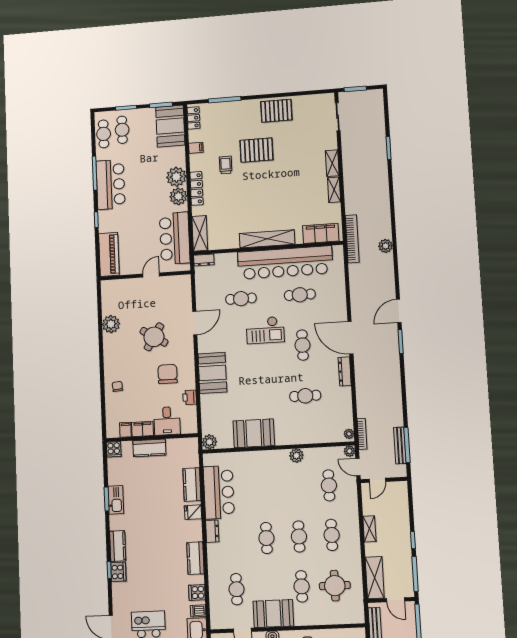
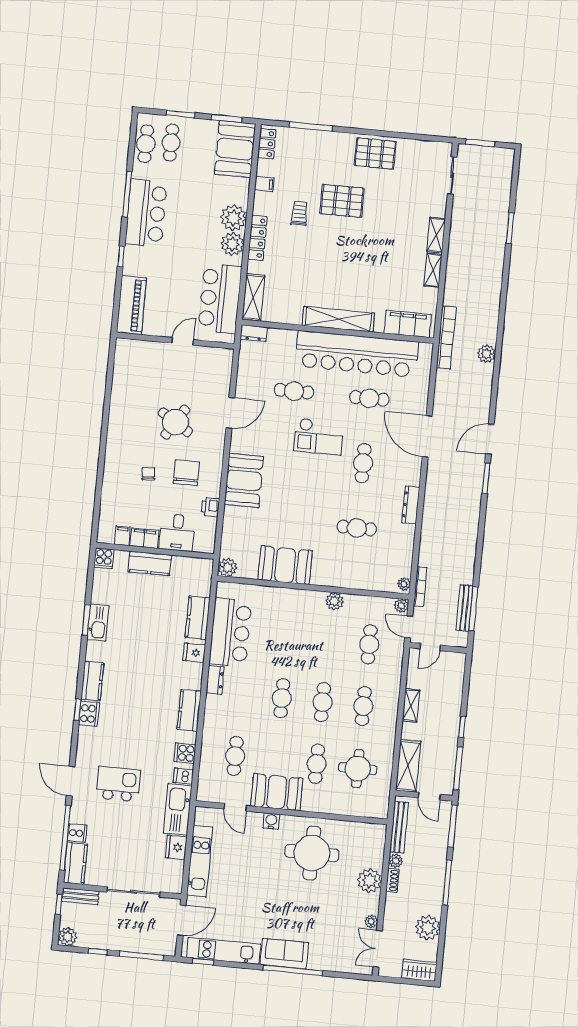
plant: (111, 324) -> (122, 397), removed
door: (350, 338) -> (427, 436), moved
chair: (117, 386) -> (148, 474), moved

